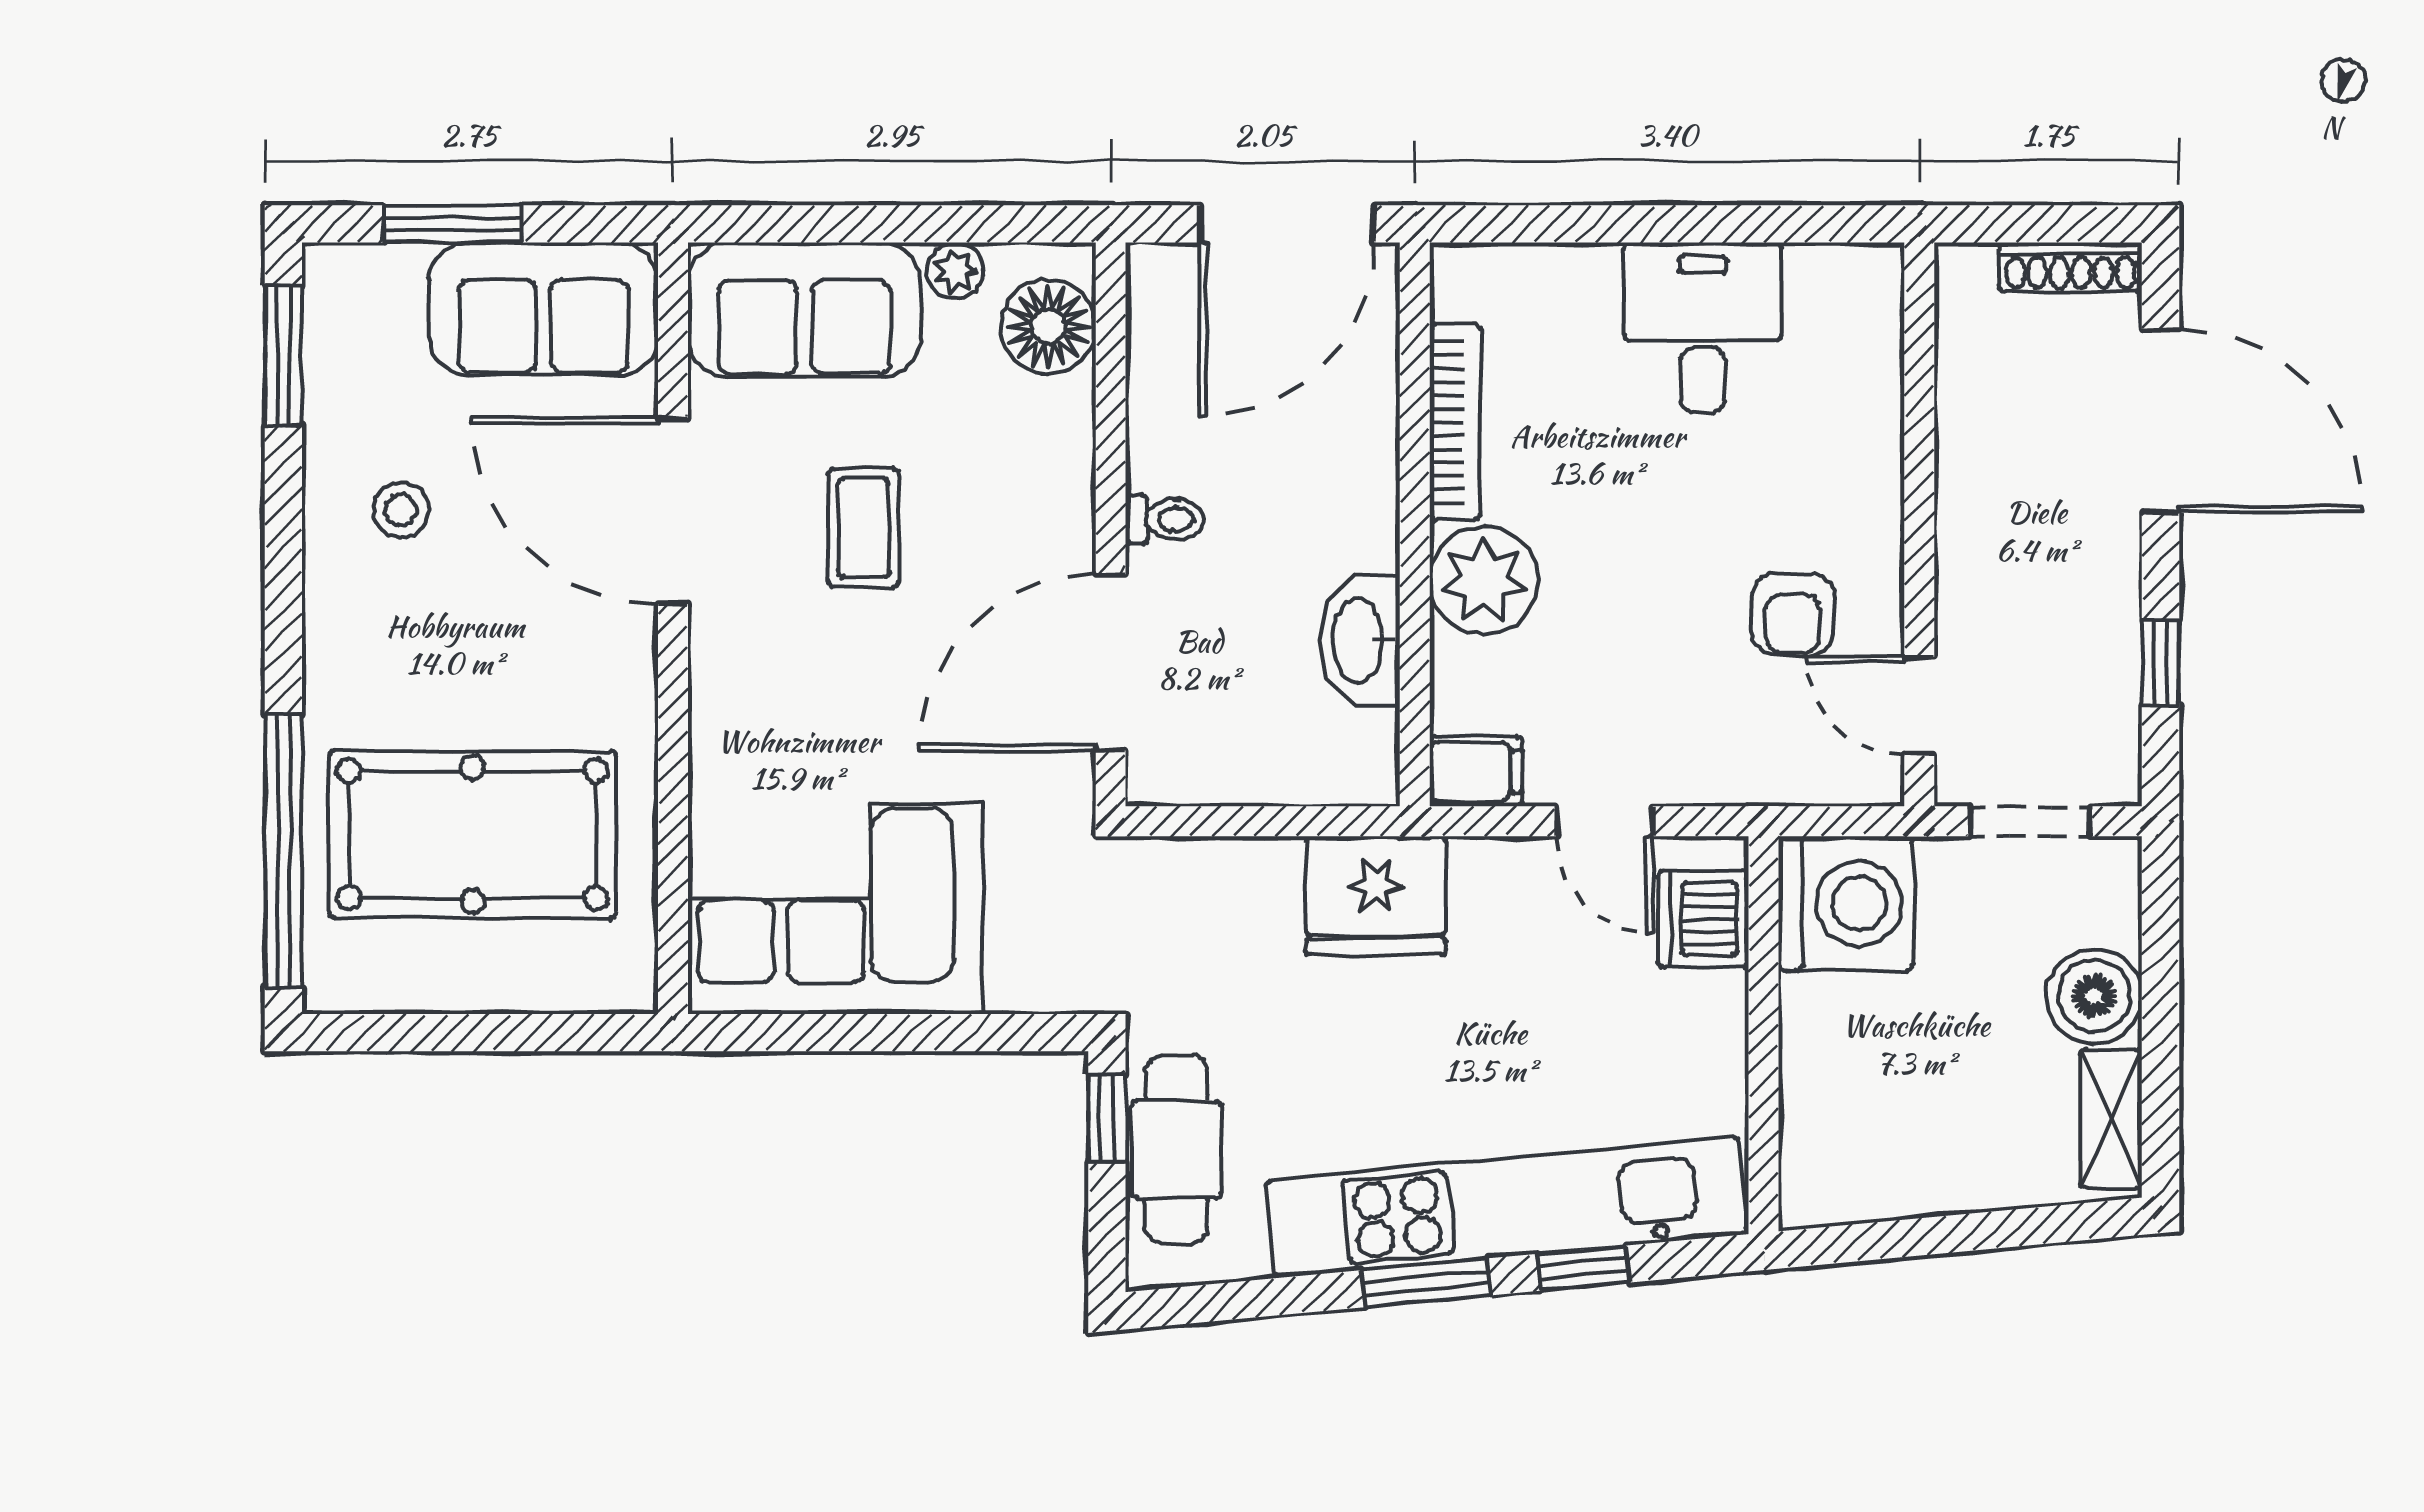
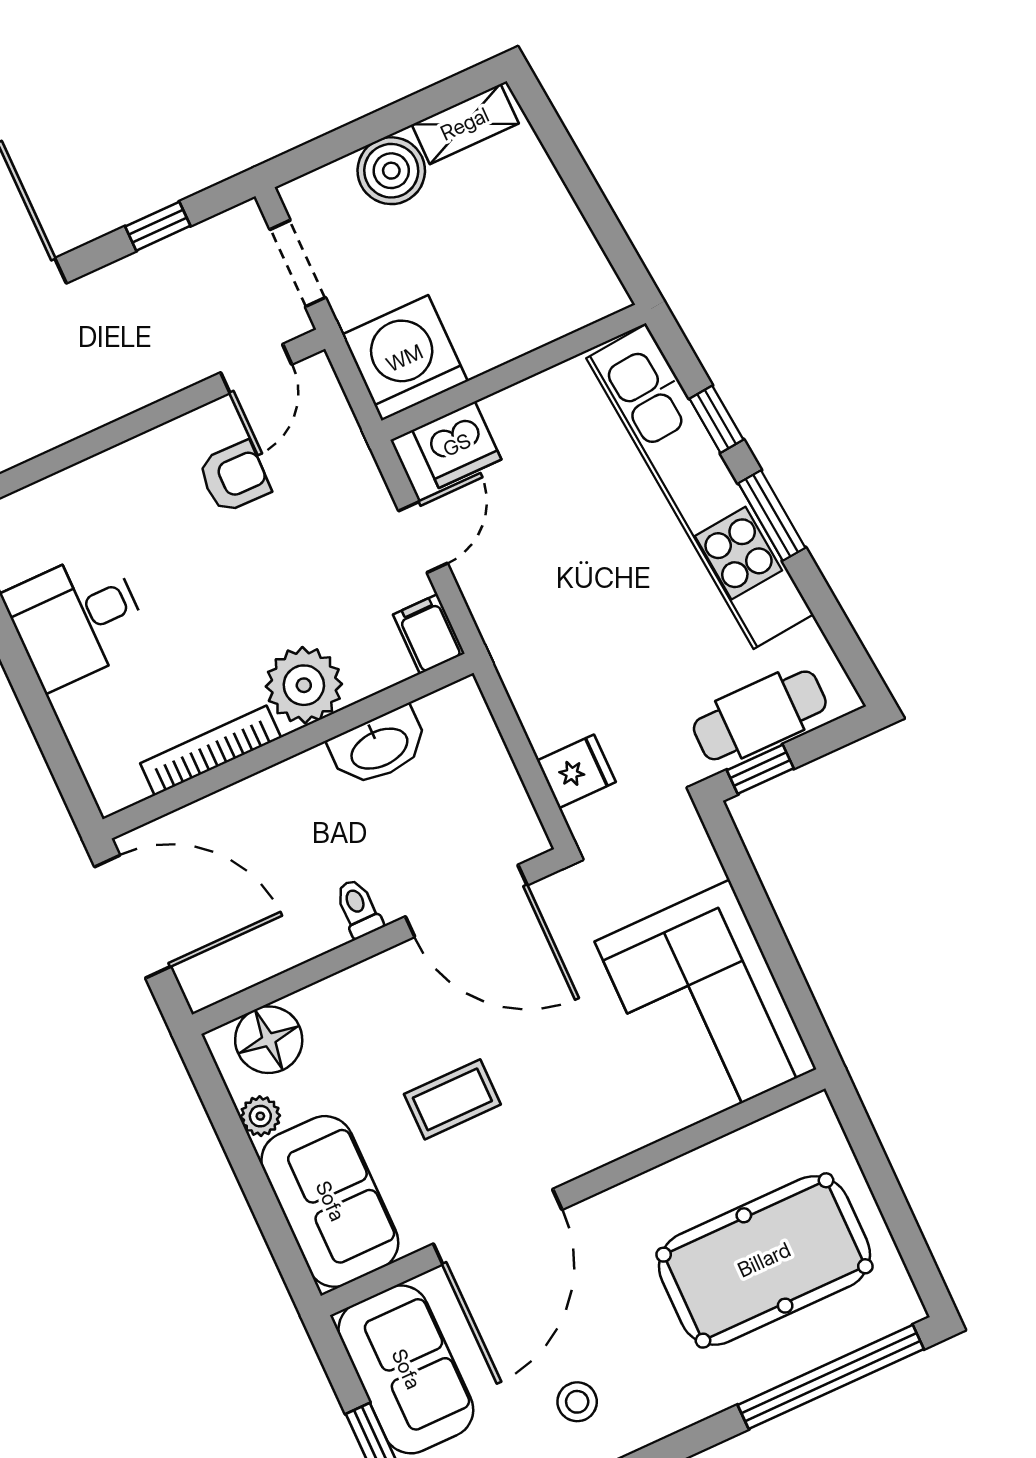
pool table: (472, 834) -> (764, 1260), turned 90
fridge: (1376, 895) -> (576, 771), moved, width x0.53, depth x0.75

